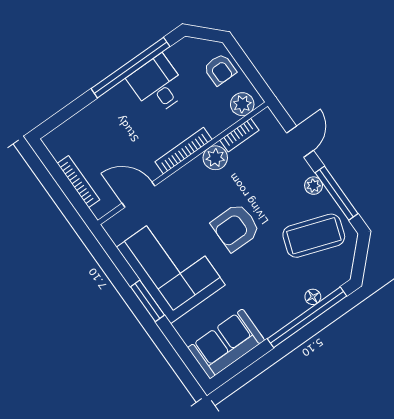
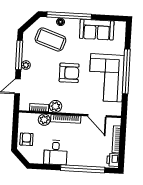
window: (131, 68) -> (83, 169), moved
plant: (242, 104) -> (44, 120), moved
printer: (58, 145) -> (113, 160), added
coffee table: (314, 236) -> (50, 39), moved
window: (147, 301) -> (126, 71), width x2.11
sofa: (226, 344) -> (97, 30), moved

